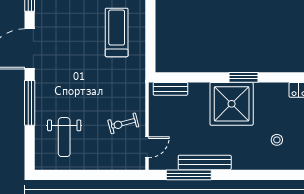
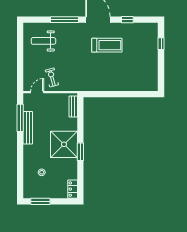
treadmill: (117, 32) -> (107, 45), moved
door: (147, 147) -> (37, 92), swing flipped

